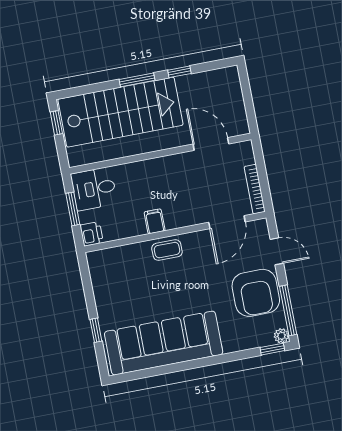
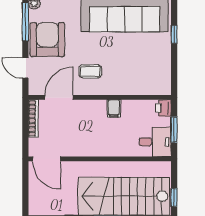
door: (211, 144) -> (47, 159), moved
coffee table: (167, 250) -> (90, 71), moved

